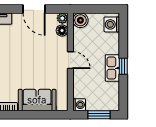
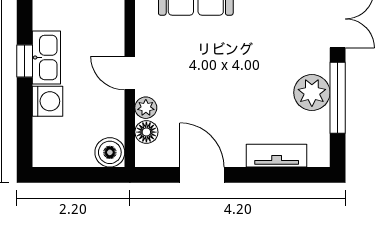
plant: (62, 18) -> (146, 108), moved
washing machine: (112, 24) -> (47, 101), moved

